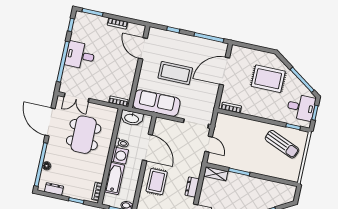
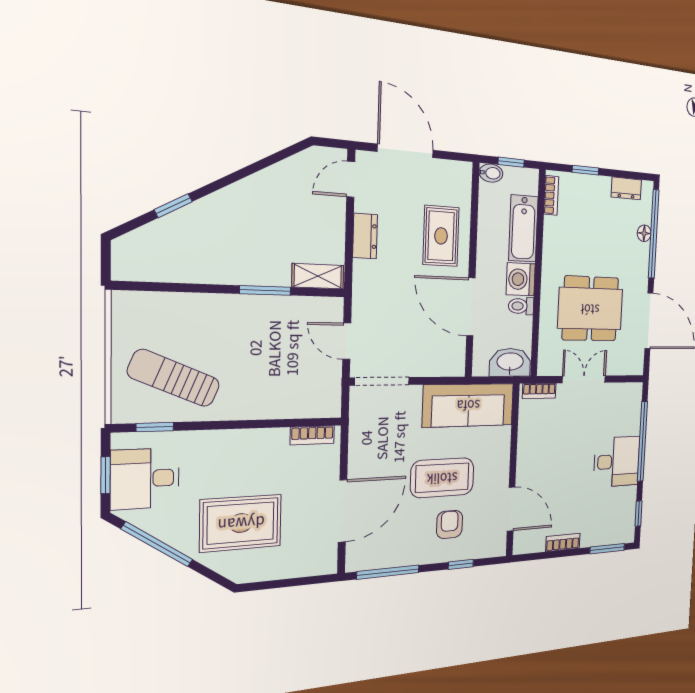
armchair: (176, 50) -> (450, 524), added
double door: (77, 98) -> (584, 379), moved
dining table: (84, 135) -> (590, 309), turned 90

